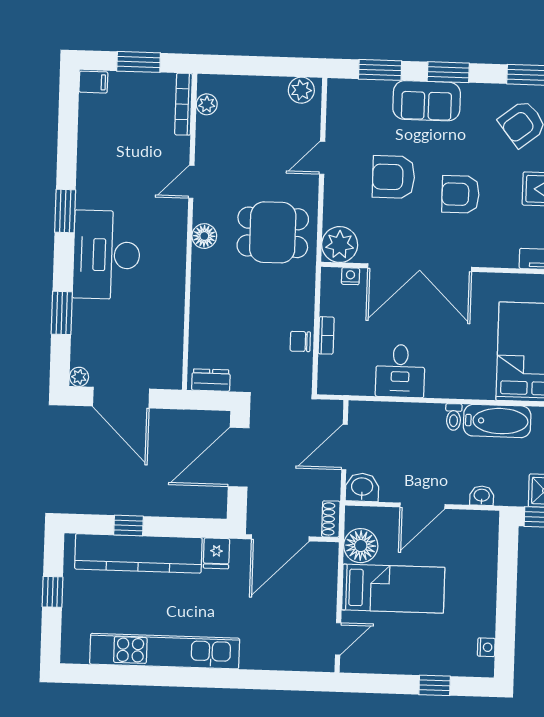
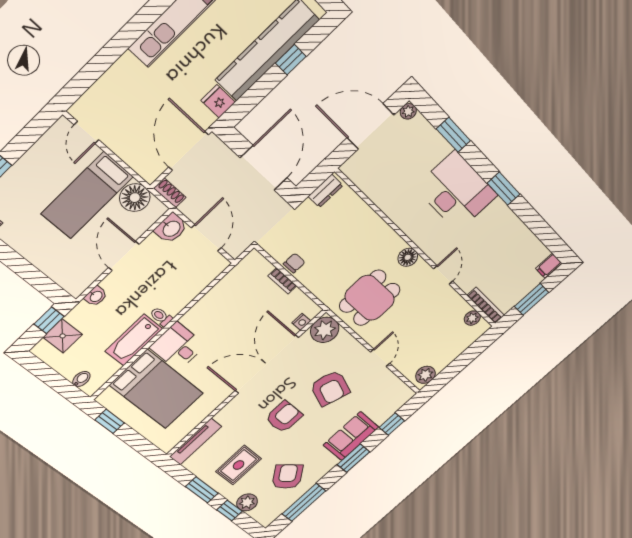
window: (380, 70) -> (392, 424), width x0.67
armchair: (394, 177) -> (330, 388), turned 108
desk: (400, 371) -> (178, 346), moved

